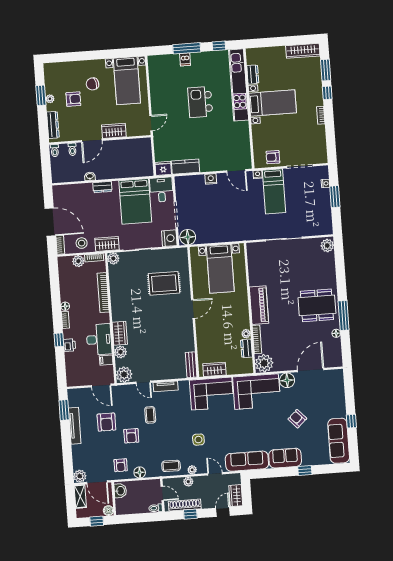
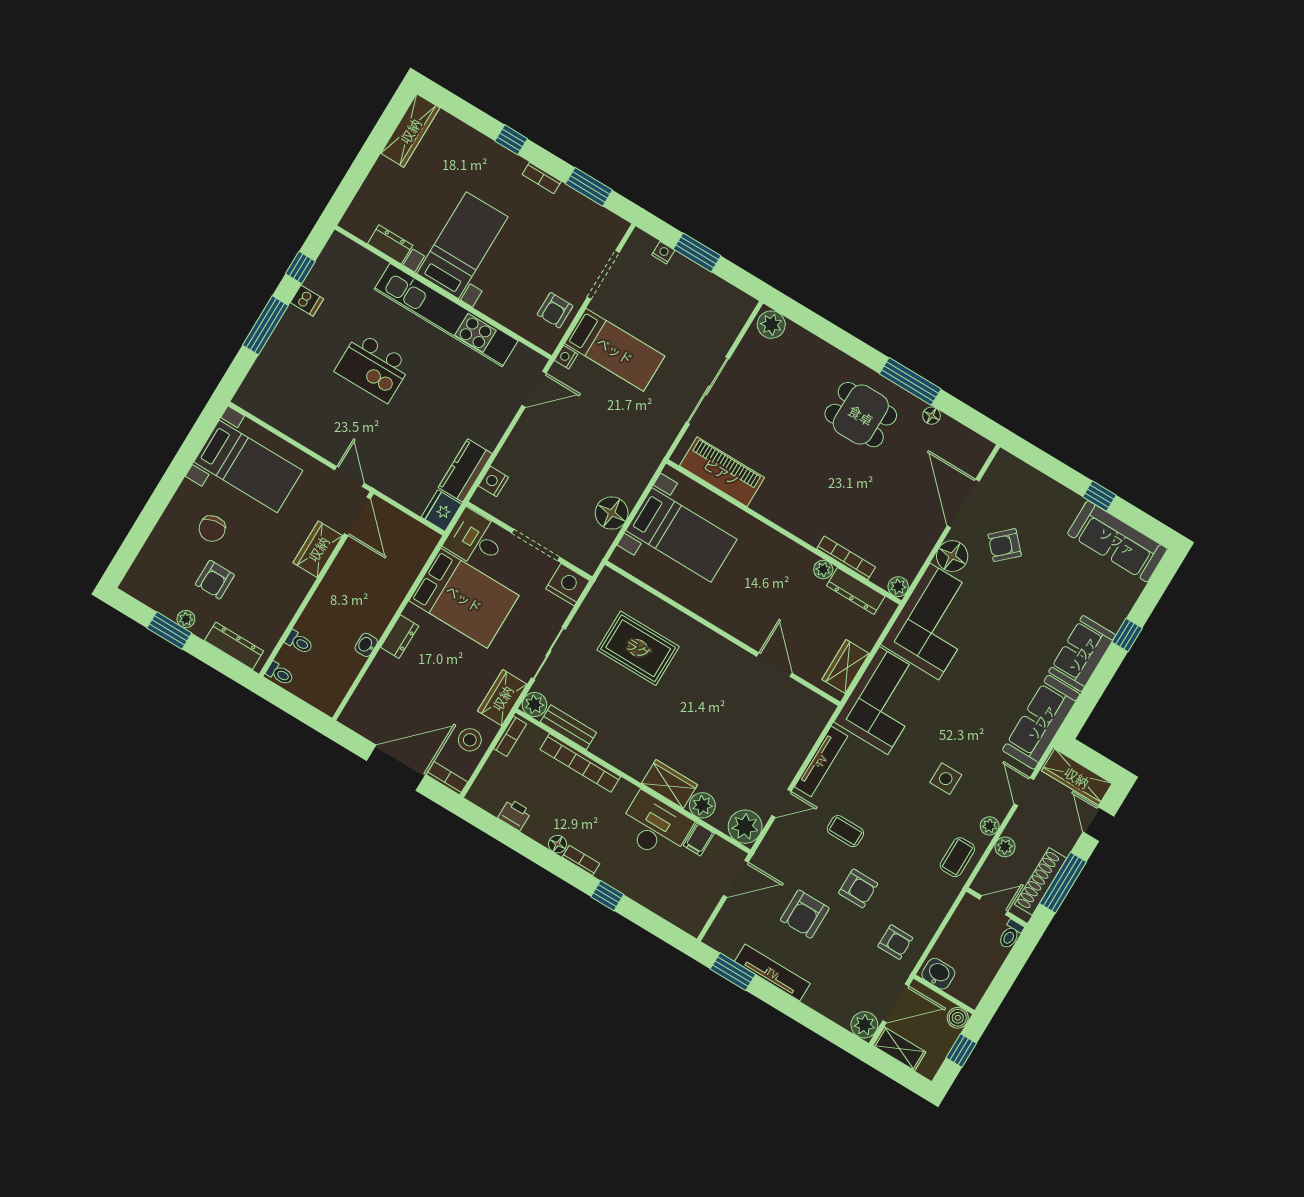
dishwasher: (185, 59) -> (307, 301), moved
window: (326, 70) -> (589, 187), moved
kitchen unit: (239, 85) -> (446, 315), moved
armchair: (73, 99) -> (215, 580), turned 180
door: (92, 141) -> (357, 516), moved
nightstand: (211, 179) -> (493, 481), moved
floor lamp: (188, 237) -> (612, 513), moved
plant: (78, 261) -> (497, 767), removed
rug: (164, 283) -> (638, 648), turned 90
piano: (259, 305) -> (722, 472), moved
dining table: (317, 305) -> (861, 415), width x0.73
door: (193, 309) -> (774, 665), moved
printer: (69, 345) -> (515, 815), moved
dresser: (246, 348) -> (856, 591), width x1.44
plant: (264, 363) -> (898, 587), width x0.53, depth x0.53
bench: (191, 365) -> (568, 727), moved
tv unit: (166, 386) -> (821, 761), width x1.41
armchair: (297, 419) -> (1005, 545), moved
armchair: (106, 422) -> (805, 914), turned 90
floor lamp: (140, 472) -> (931, 918), removed
door: (215, 474) -> (1024, 792), hinge flipped
wardrobe: (236, 496) -> (1077, 777), width x1.50
window: (190, 514) -> (1063, 883), width x2.17

